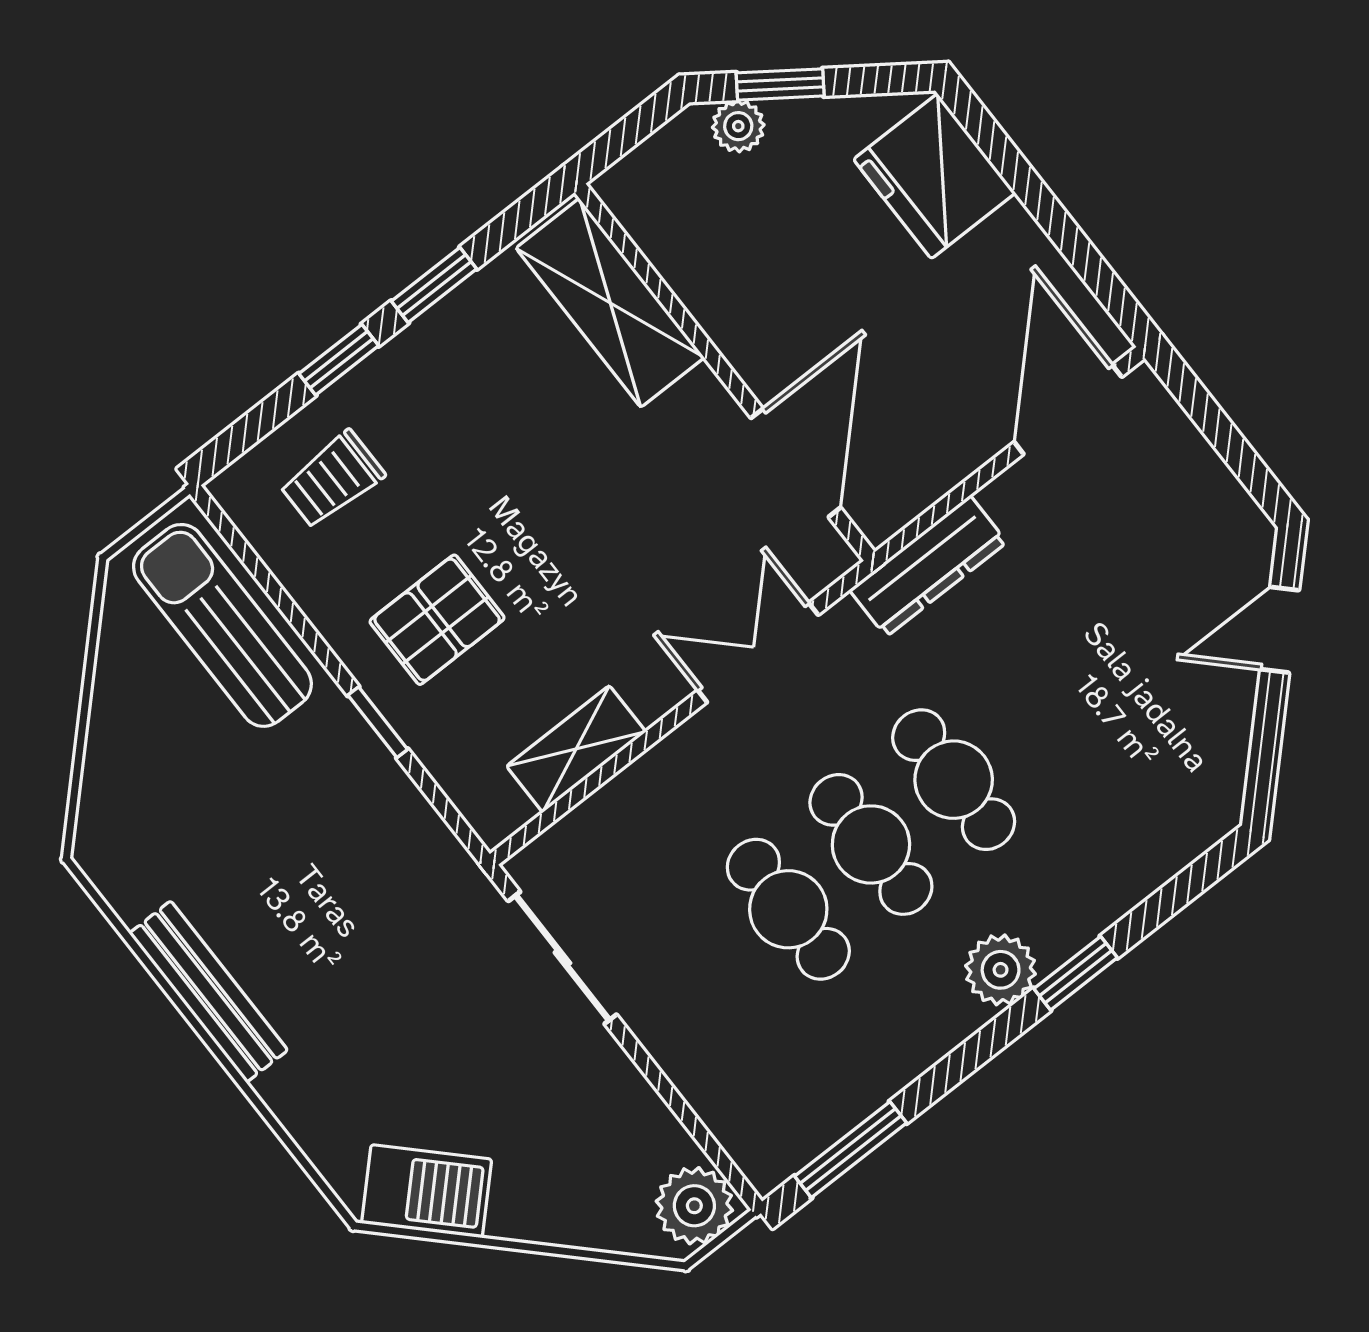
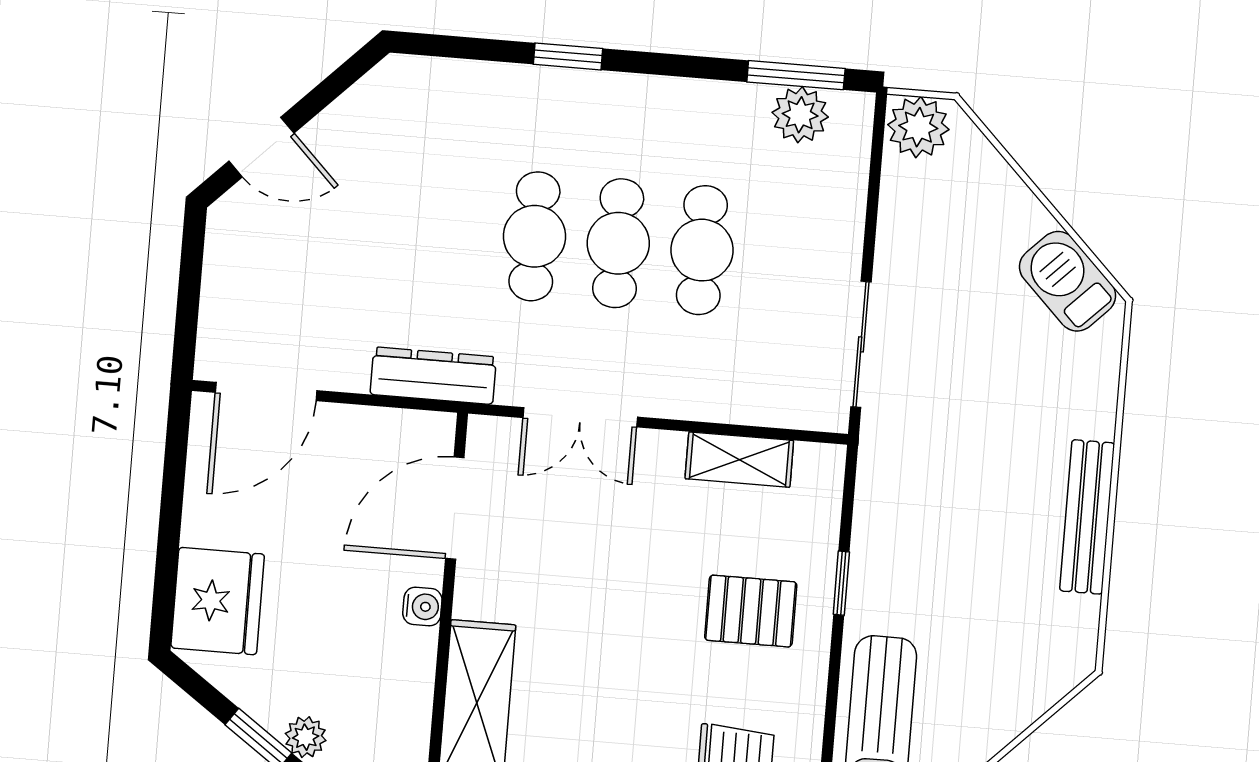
water cooler: (742, 345) -> (422, 607), added
plant: (1001, 970) -> (800, 115), moved

